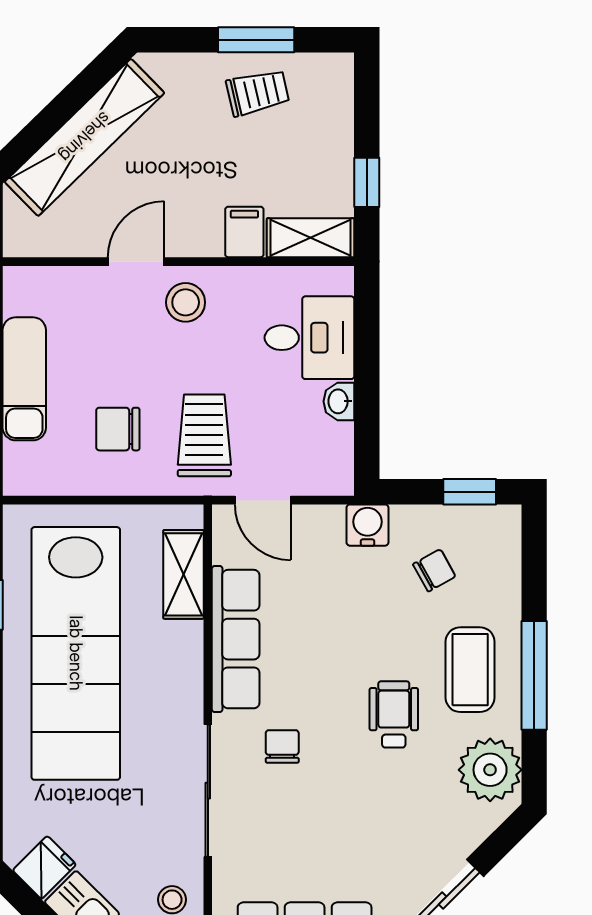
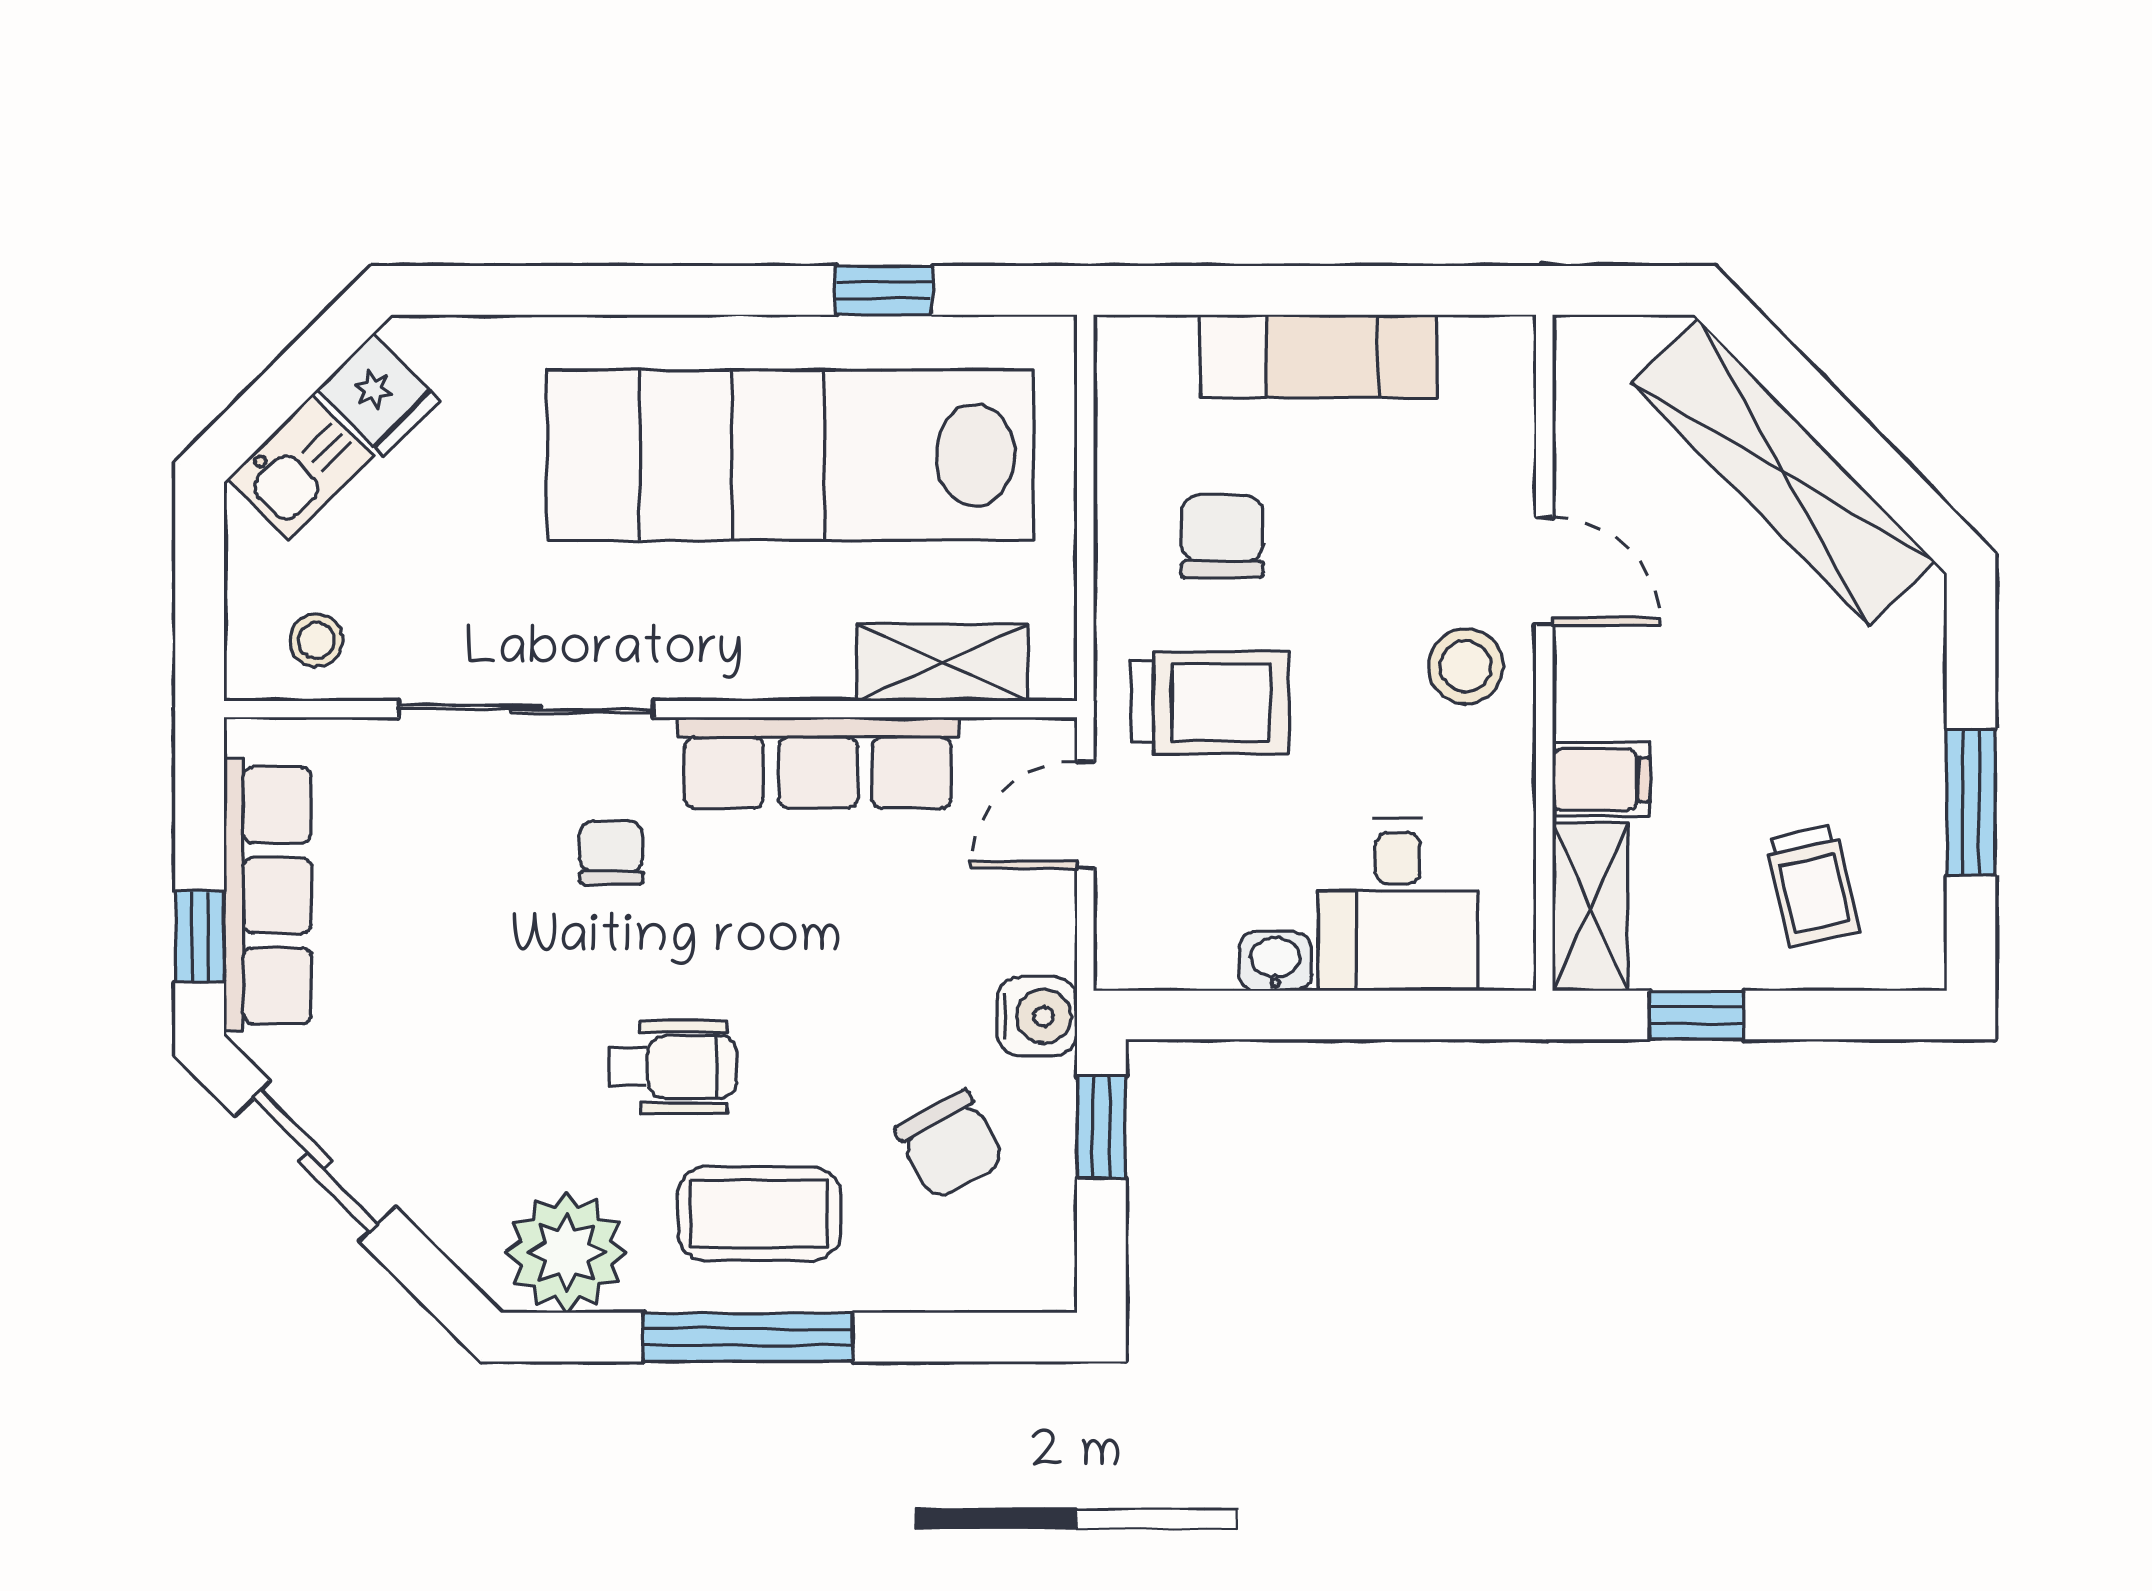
trolley: (258, 93) -> (1812, 886), moved
window: (470, 492) -> (1101, 1127), moved
chair: (434, 570) -> (950, 1145), width x1.37, depth x1.37
chair: (282, 746) -> (611, 852), turned -90

